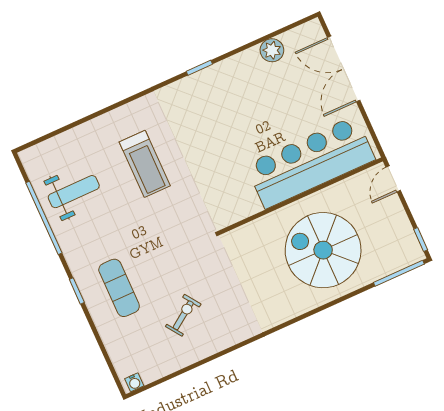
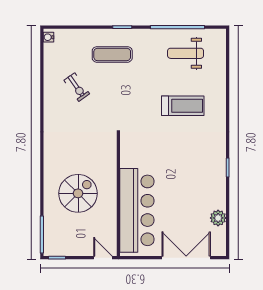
treadmill: (145, 164) -> (183, 106), turned 180
weight bench: (74, 192) -> (186, 53), turned 90
spiral stairs: (323, 250) -> (78, 193), width x0.73, depth x0.73

